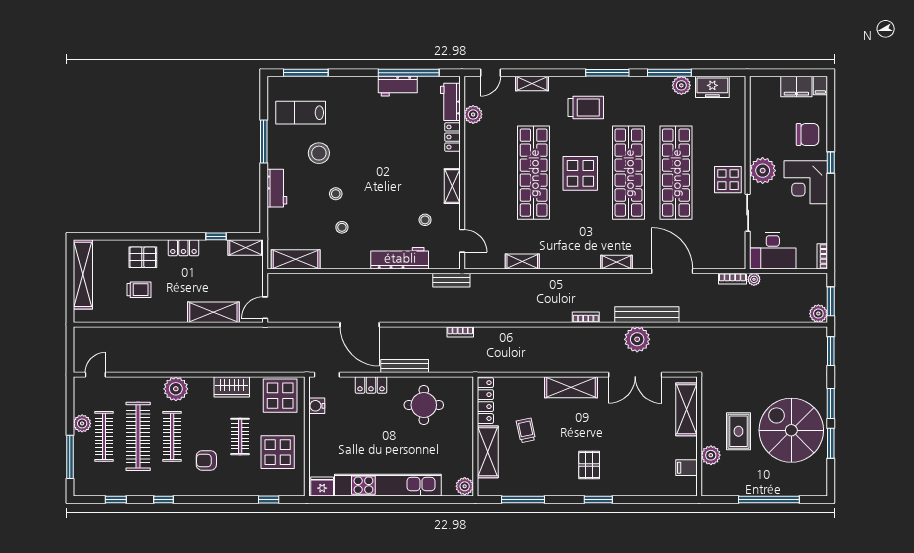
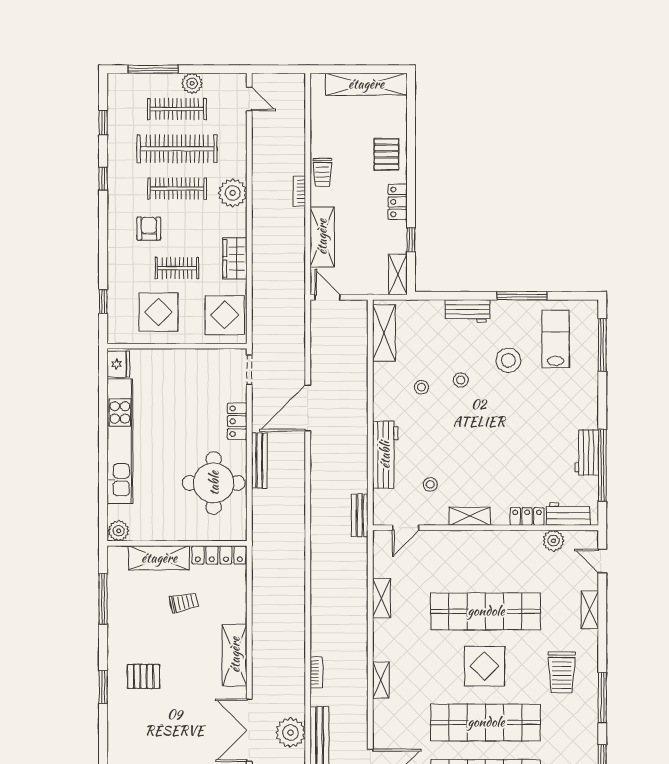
shelving: (616, 262) -> (381, 680), moved
trolley: (139, 290) -> (322, 172), moved
bookcase: (460, 332) -> (299, 191), moved
round table: (424, 405) -> (214, 483), width x1.36, depth x1.36
water cooler: (317, 406) -> (213, 358), removed

